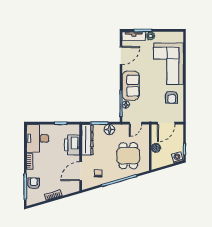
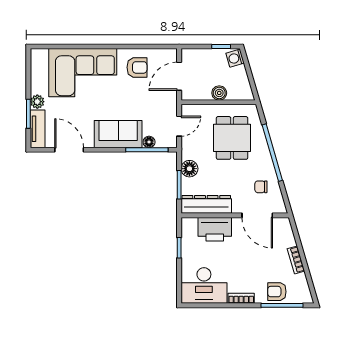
door: (136, 123) -> (179, 126), hinge flipped
door: (166, 123) -> (179, 76), swing flipped
dining table: (128, 156) -> (232, 138), turned 90

